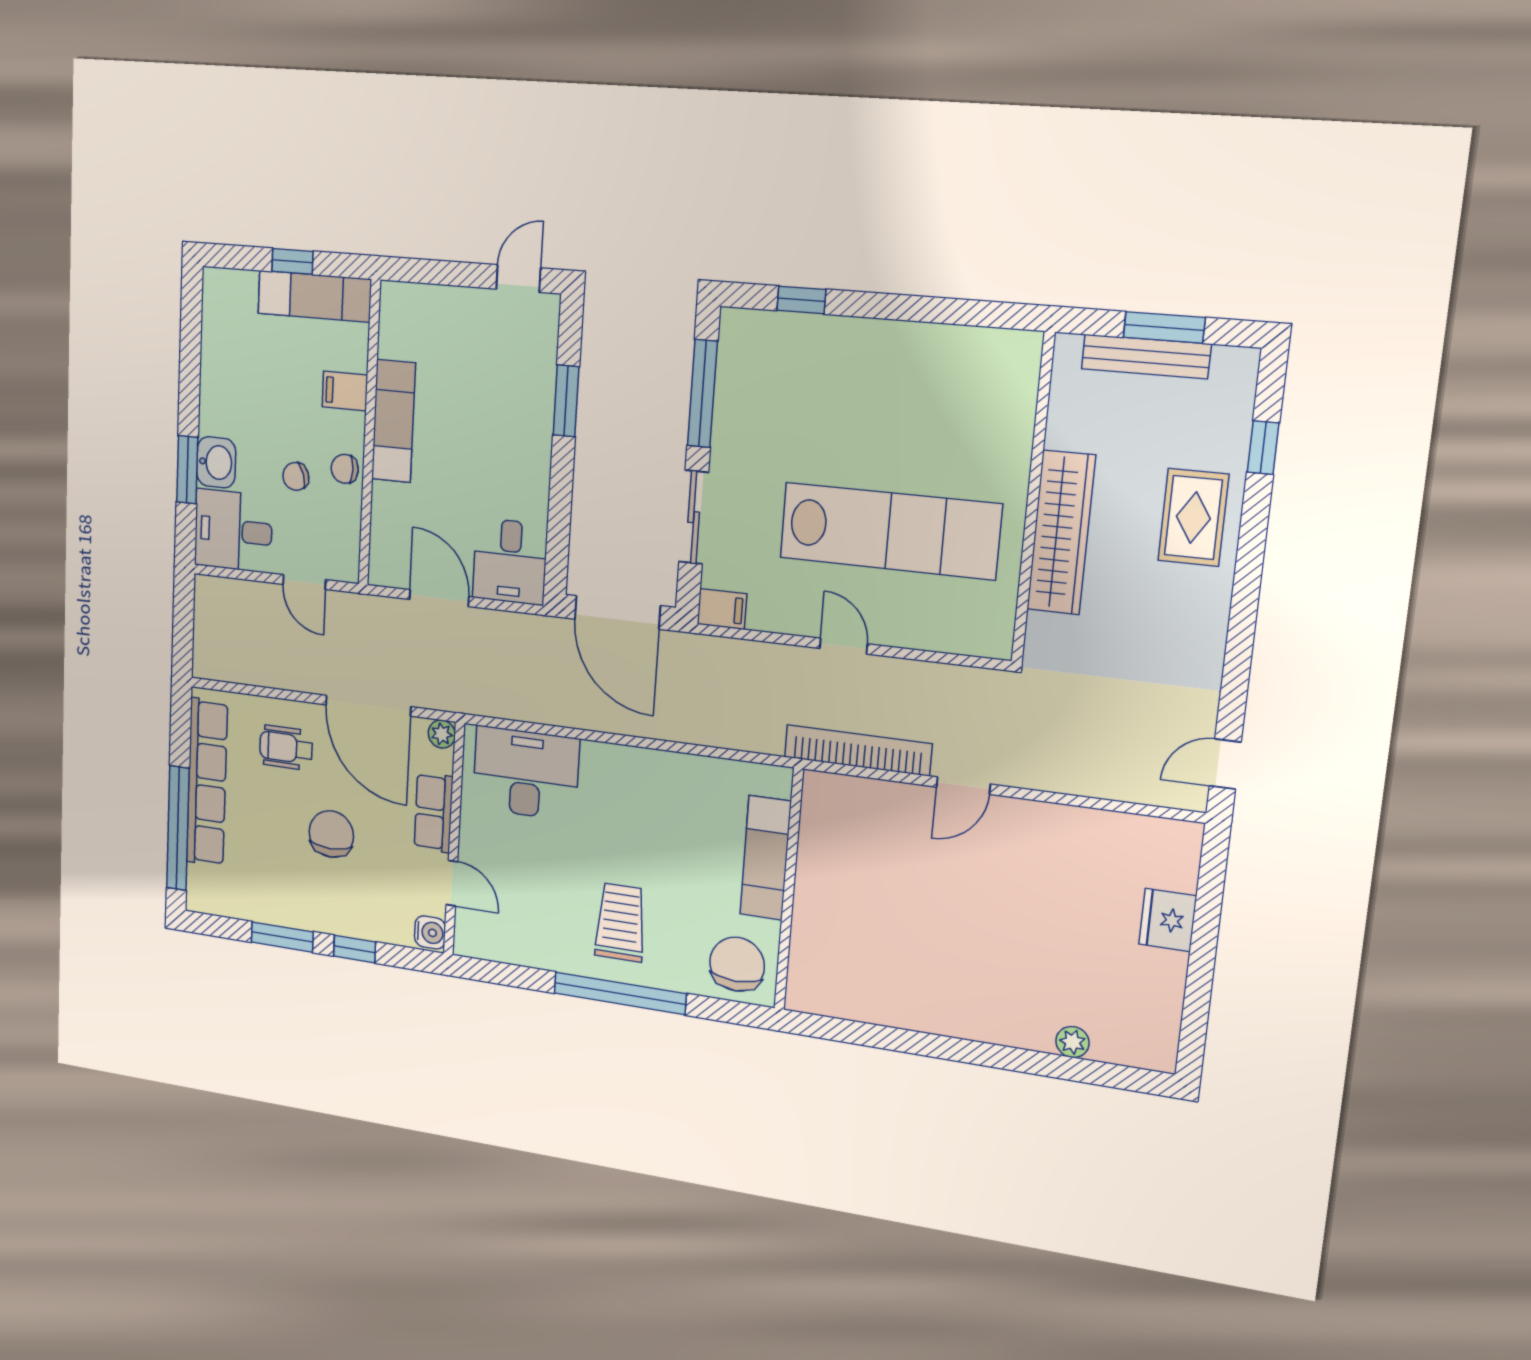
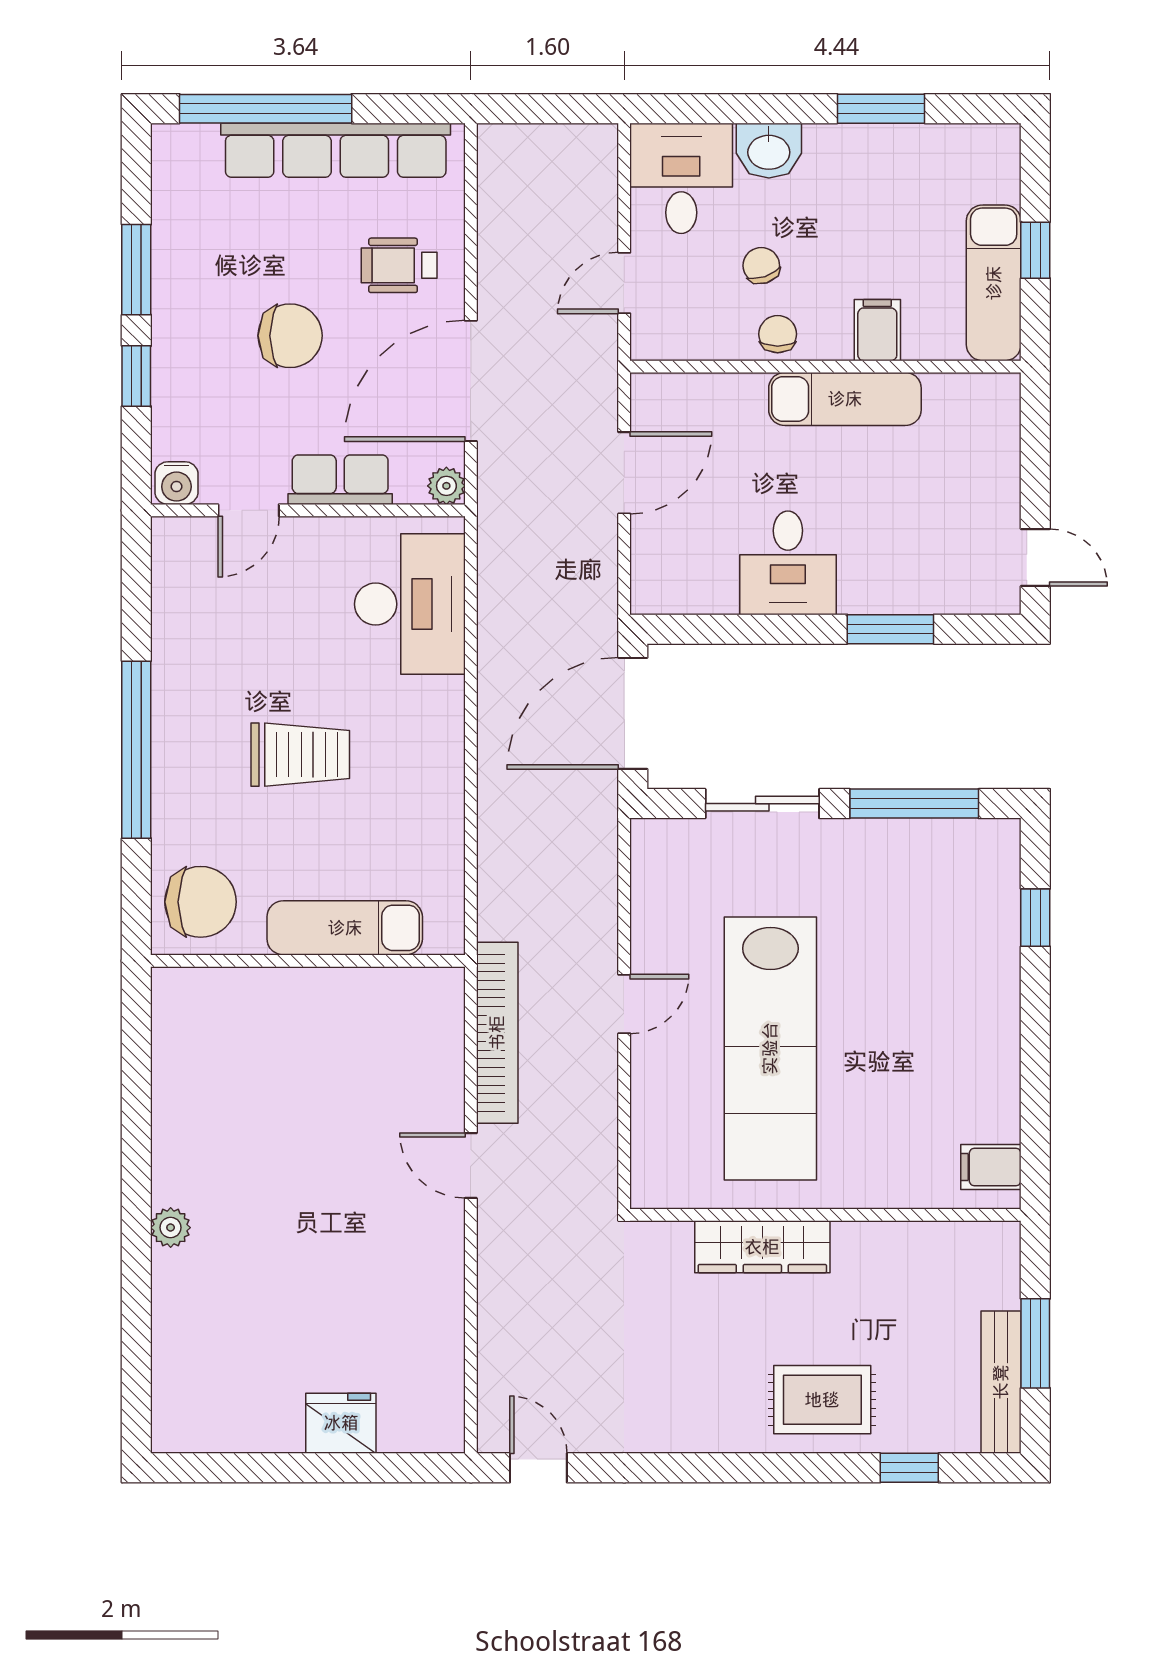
bench: (1146, 356) -> (1001, 1382), moved
window: (187, 470) -> (881, 109), moved
wardrobe: (1061, 533) -> (762, 1247), width x0.71, depth x0.85
desk: (510, 561) -> (788, 563), moved, turned -90
filing cabinet: (722, 609) -> (991, 1167), moved, turned 90
wheelchair: (286, 748) -> (399, 265), turned -90
trolley: (620, 922) -> (300, 755), moved
plant: (1073, 1042) -> (171, 1228), moved

